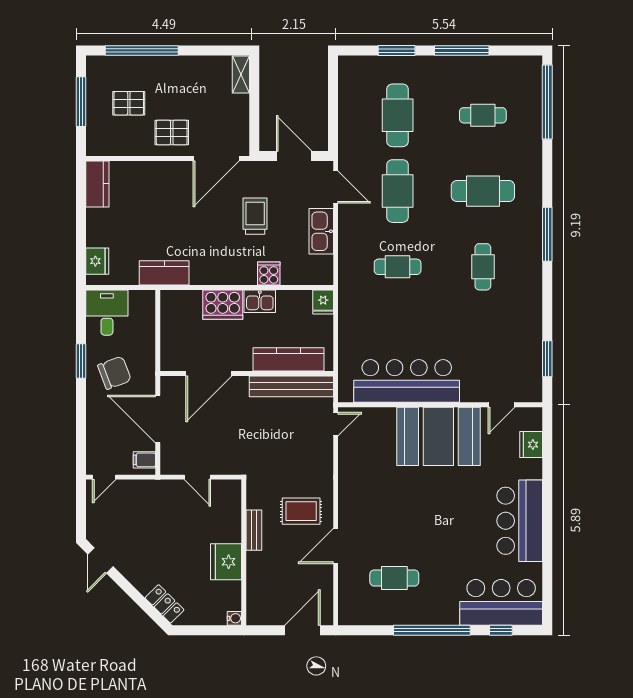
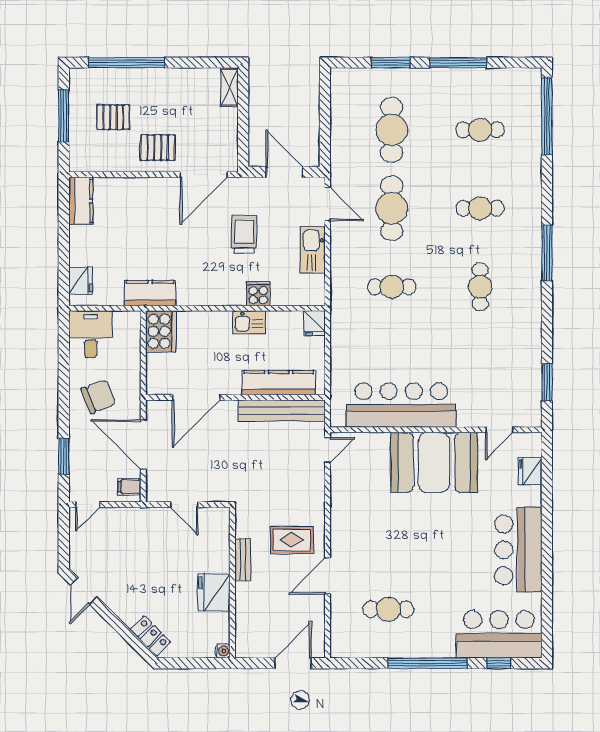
cafe table: (483, 191) -> (480, 208), width x0.73, depth x0.74
cooker: (223, 305) -> (161, 331), moved, turned -90
window: (81, 361) -> (64, 456), moved

